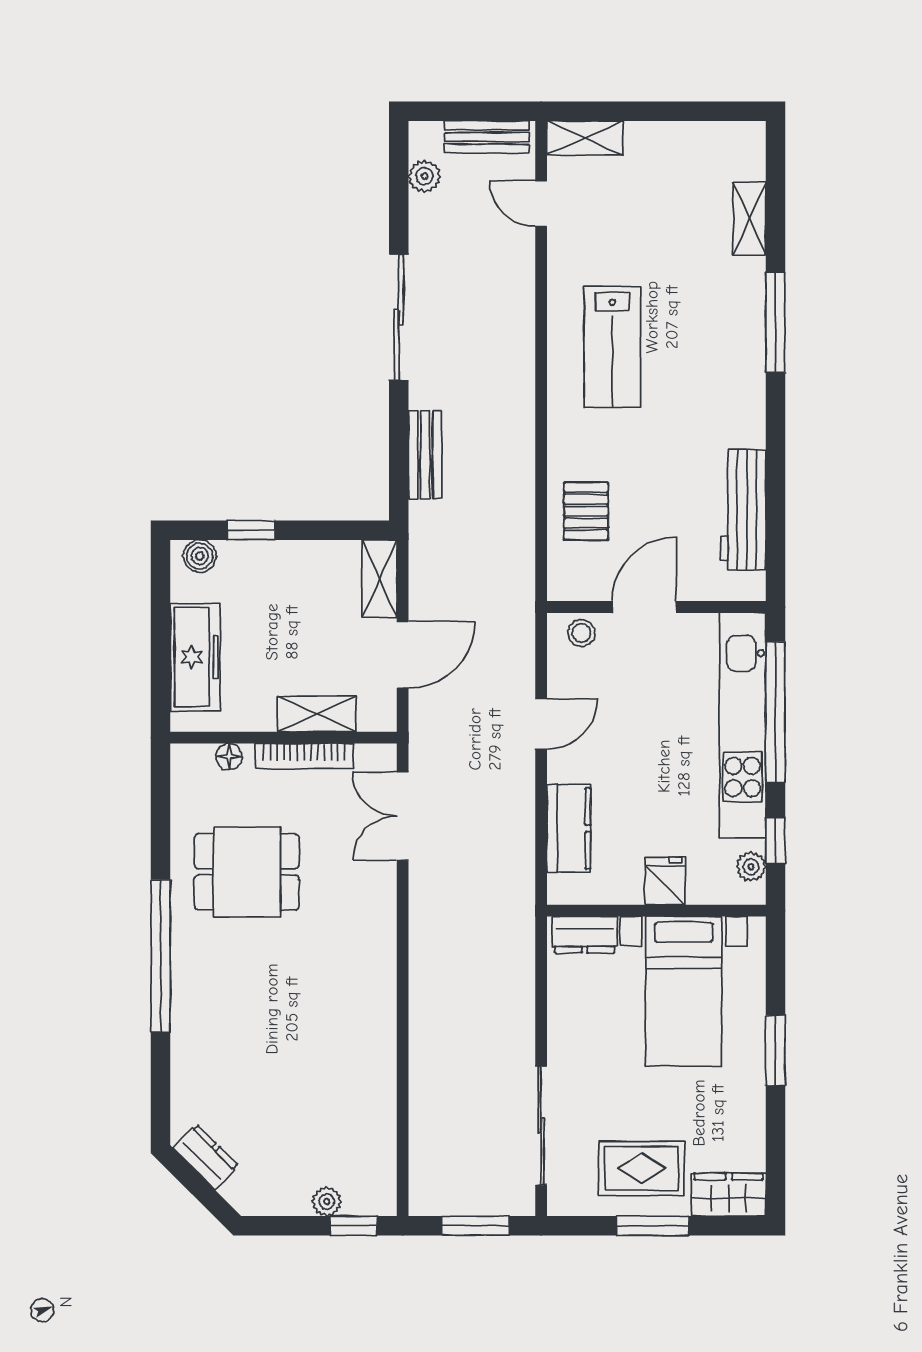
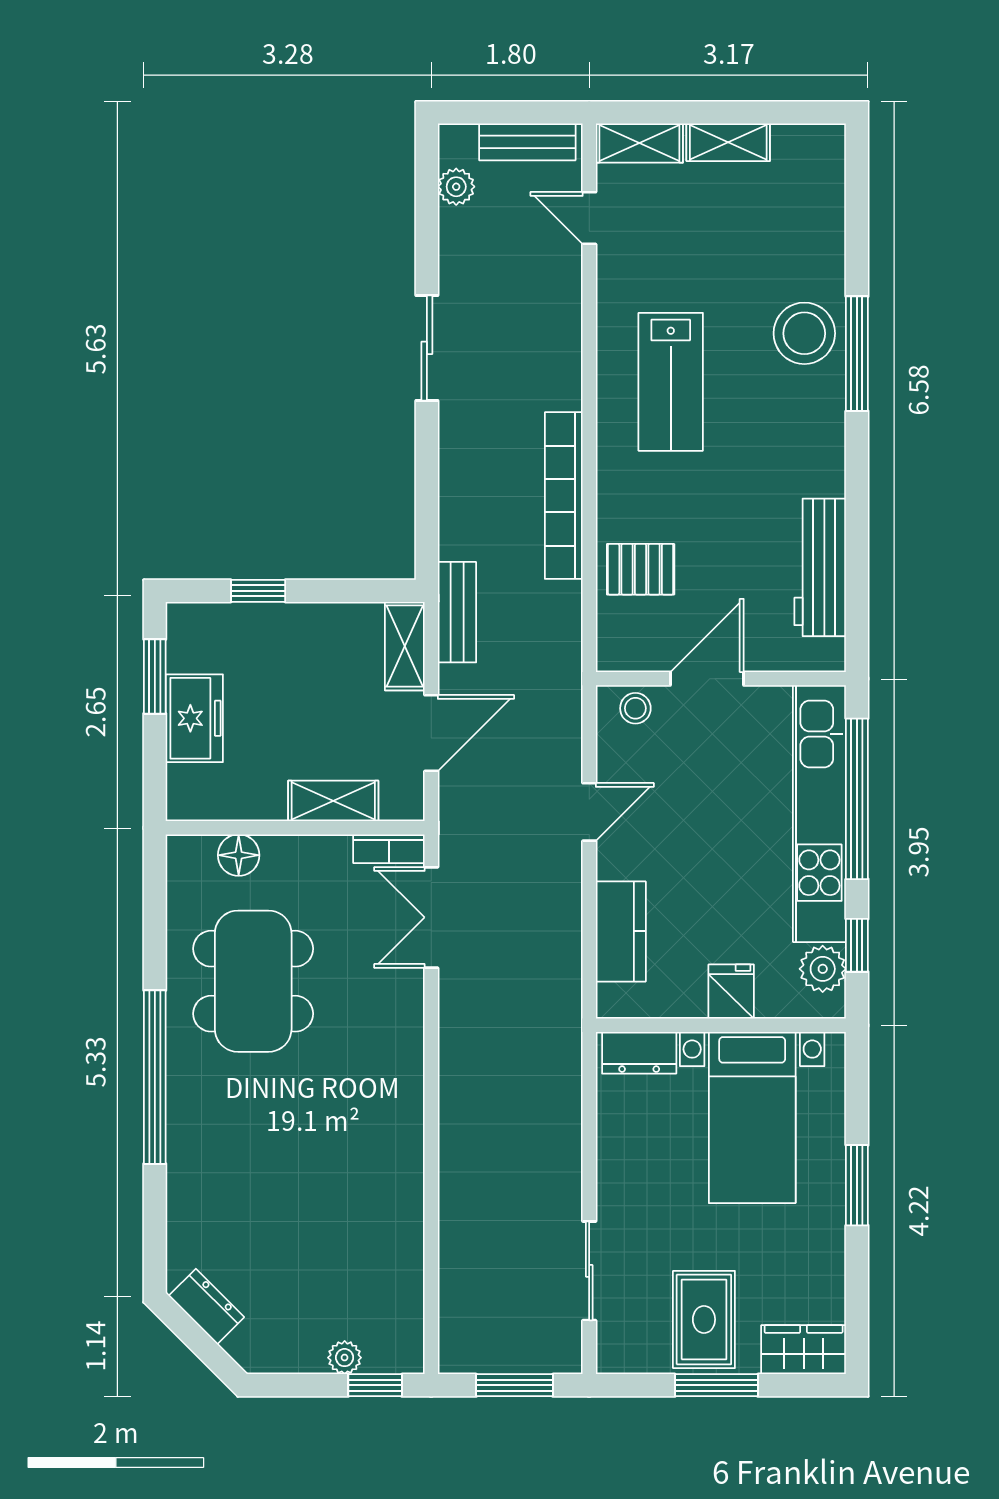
shelving: (749, 219) -> (728, 142), moved, turned 90
stool: (729, 305) -> (804, 333), added
sliding door: (399, 317) -> (427, 348), width x0.73
bookcase: (519, 447) -> (564, 496), added
bench: (425, 455) -> (457, 612), moved
pallet: (586, 511) -> (641, 569), turned 90
boiler: (200, 556) -> (199, 620), removed
window: (161, 605) -> (155, 676), added
freezer: (195, 657) -> (194, 718), width x0.71
bookcase: (304, 756) -> (389, 849), moved, width x0.64
floor lamp: (229, 757) -> (239, 855), width x1.37, depth x1.37
plant: (751, 867) -> (823, 969), width x1.38, depth x1.38
dining table: (247, 872) -> (253, 981), width x1.38
sliding door: (541, 1126) -> (589, 1271), width x0.73
rug: (641, 1168) -> (704, 1319), turned 90

